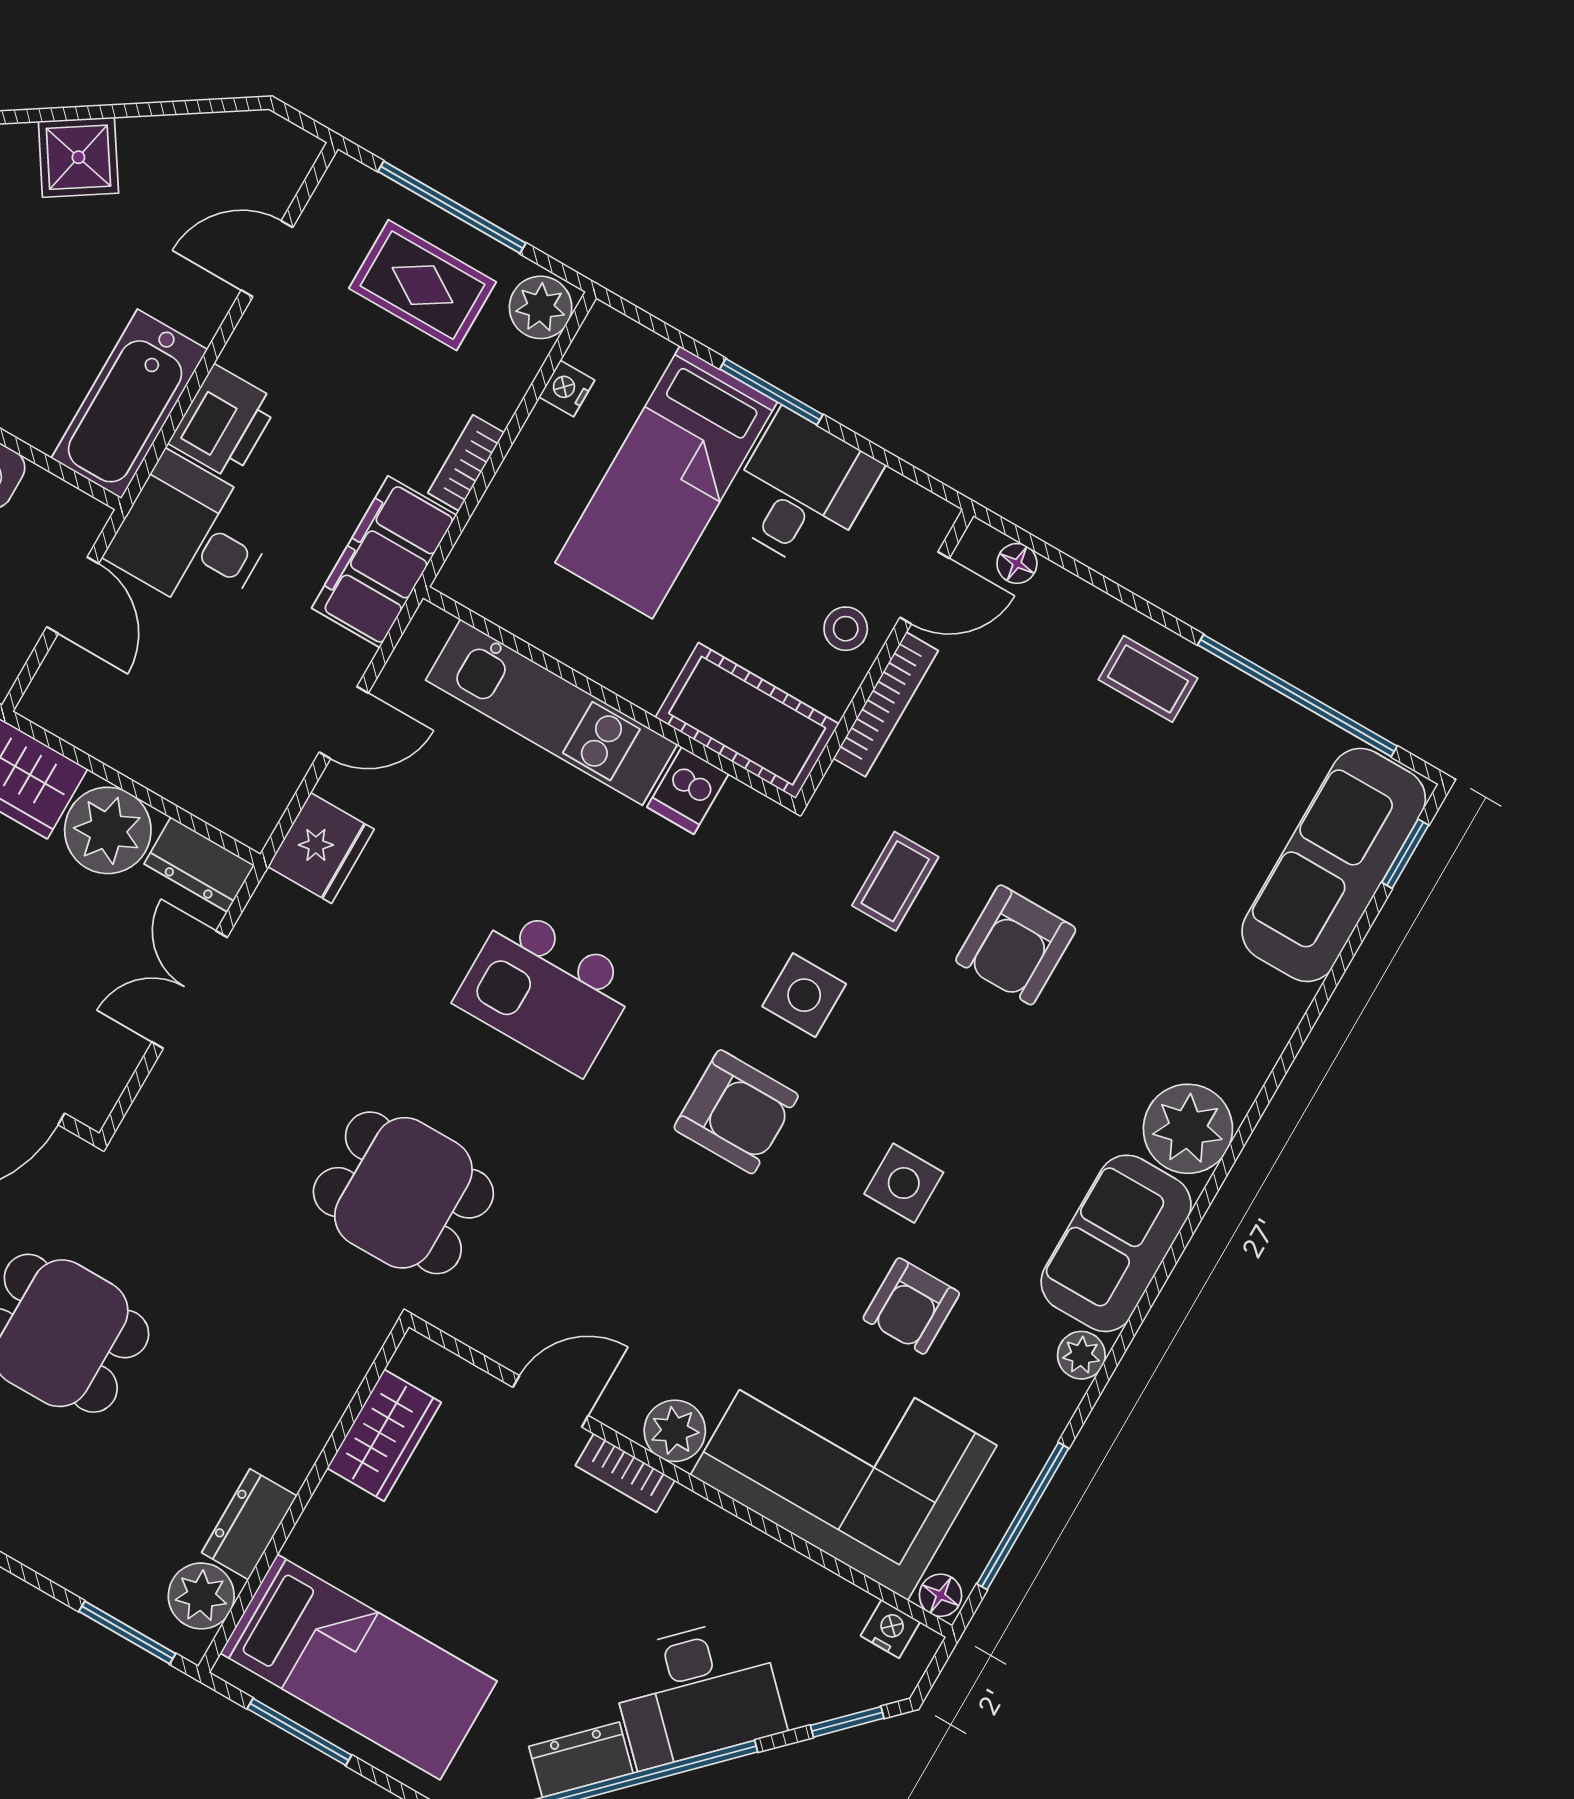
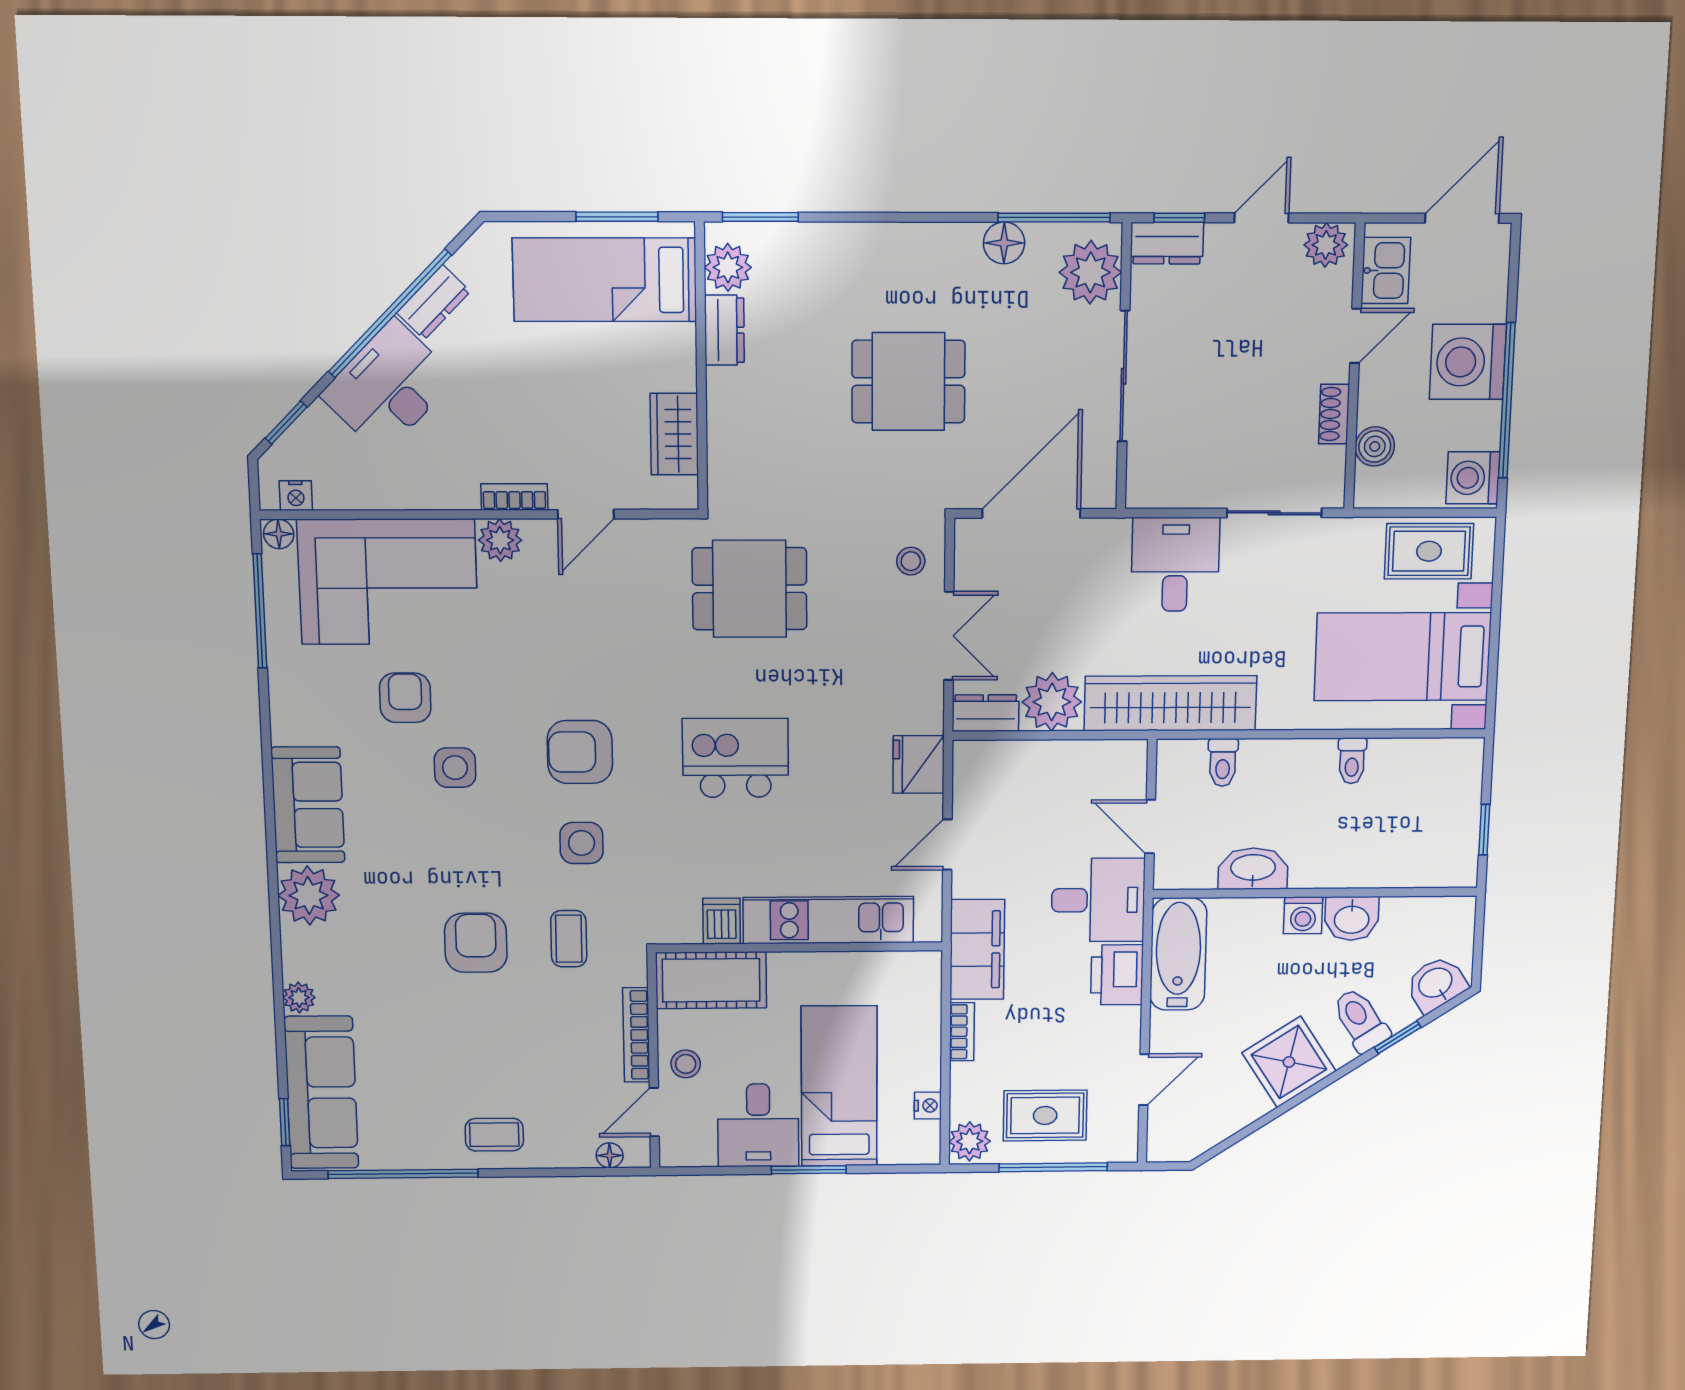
shower: (78, 157) -> (1289, 1062), width x1.36, depth x1.36
stool: (184, 1111) -> (911, 561), added
plant: (1081, 1355) -> (299, 998), moved

